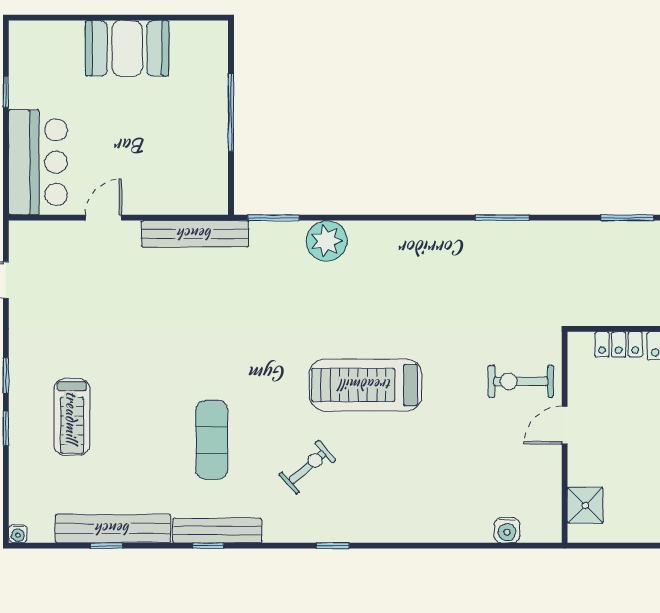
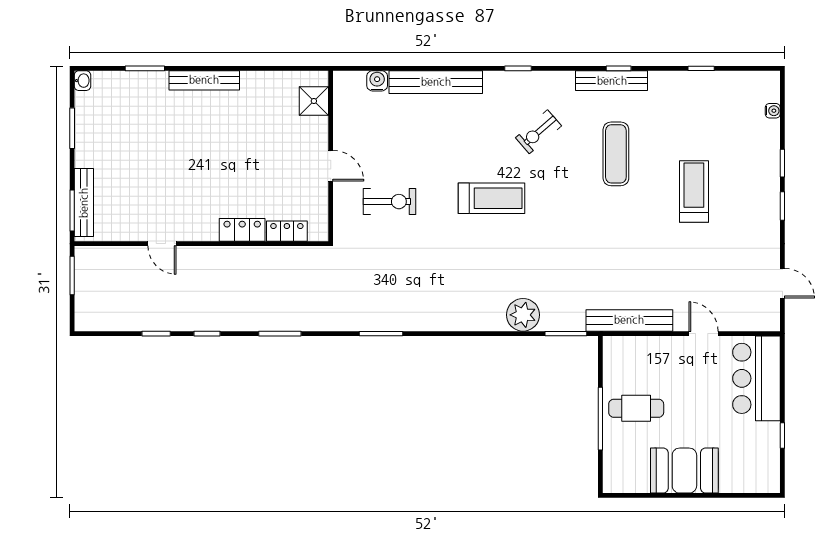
cafe table: (187, 125) -> (636, 408), added
door: (103, 218) -> (703, 334), swing flipped
exercise bike: (521, 381) -> (390, 202), moved
treadmill: (366, 385) -> (491, 198), width x0.73, depth x0.73
treadmill: (72, 417) -> (694, 191), moved
door: (565, 425) -> (331, 166), hinge flipped
bench: (113, 529) -> (436, 82), moved
water cooler: (18, 534) -> (773, 111), moved, turned 90

